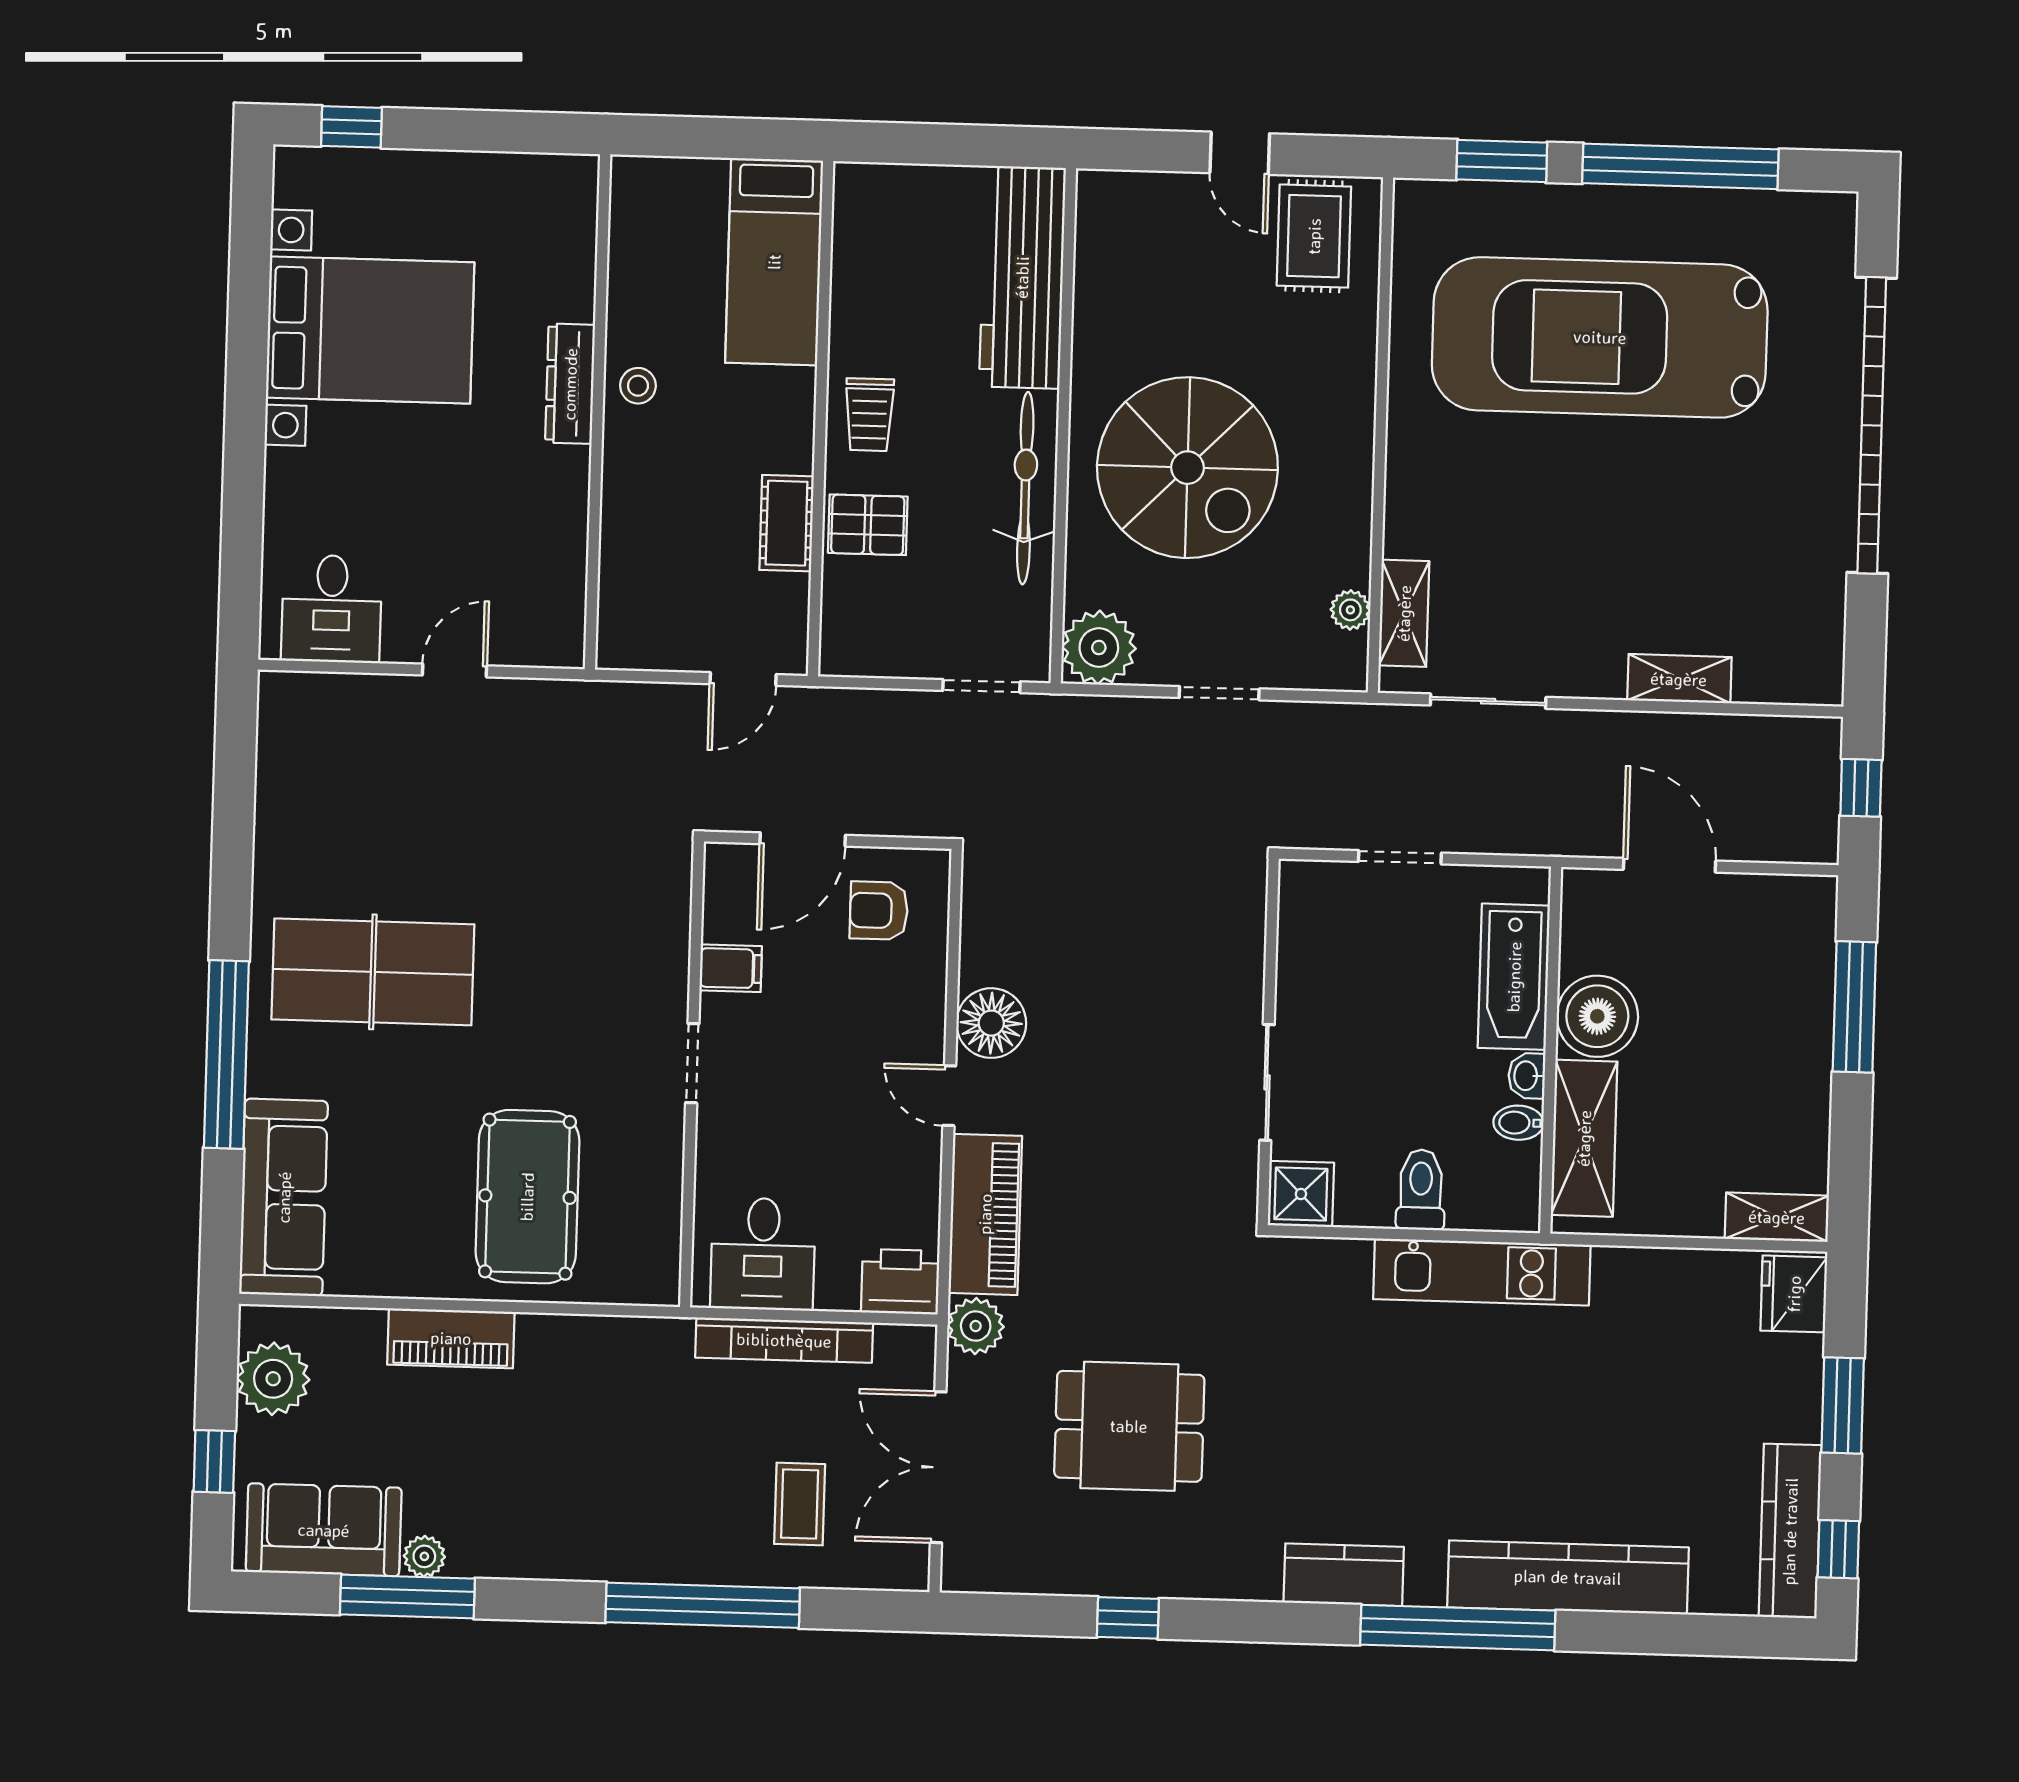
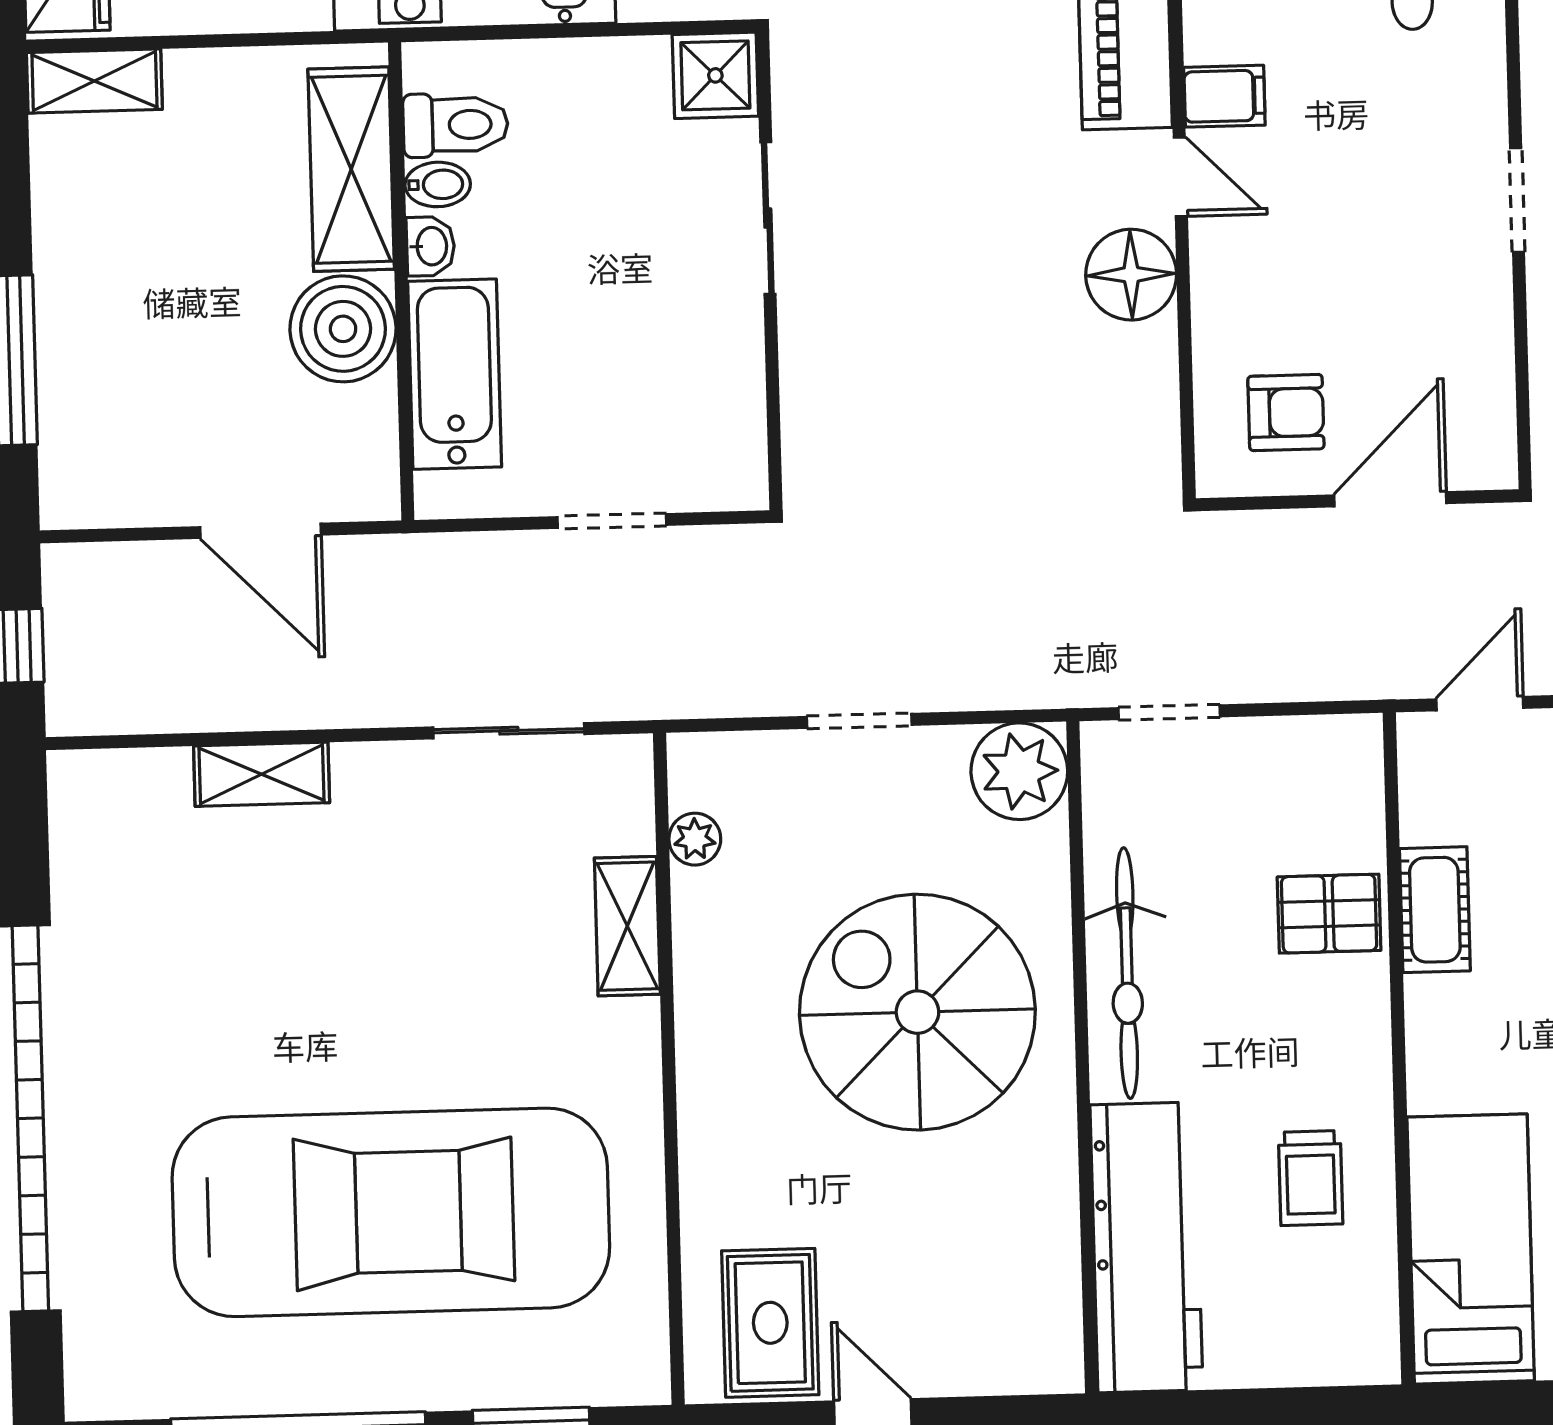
trolley: (869, 415) -> (1311, 1178), moved, turned 180
shelving: (1404, 613) -> (627, 926), moved
filing cabinet: (731, 968) -> (1224, 96), moved, turned 180
toilet: (1421, 1190) -> (456, 125), moved, turned -90

